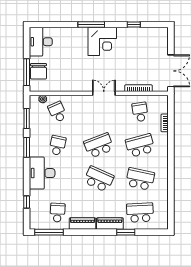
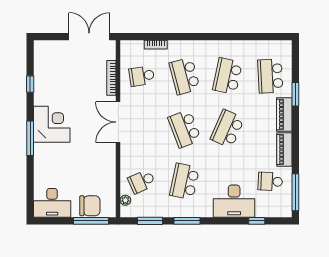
double door: (104, 93) -> (118, 122), width x1.37
school desk: (57, 145) -> (185, 181), width x1.85
desk: (42, 173) -> (234, 201), moved

